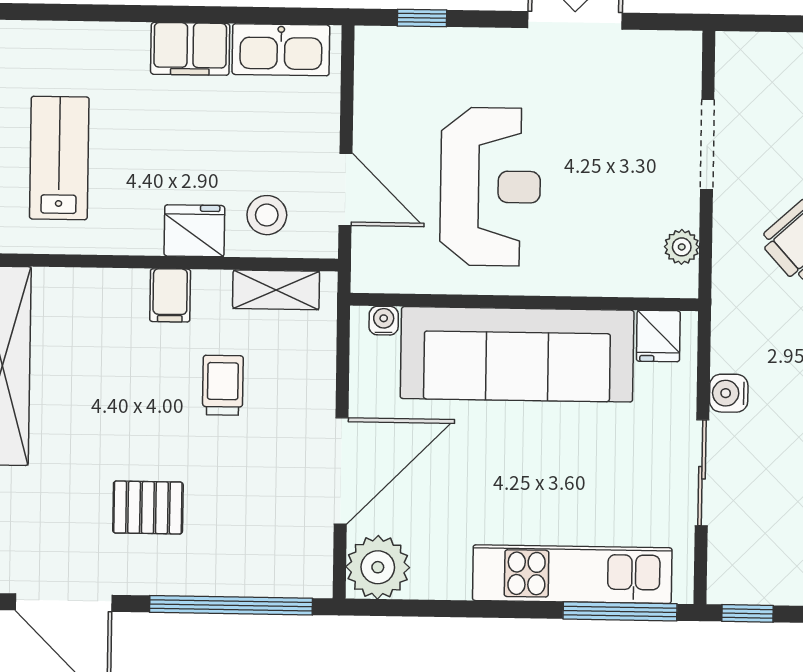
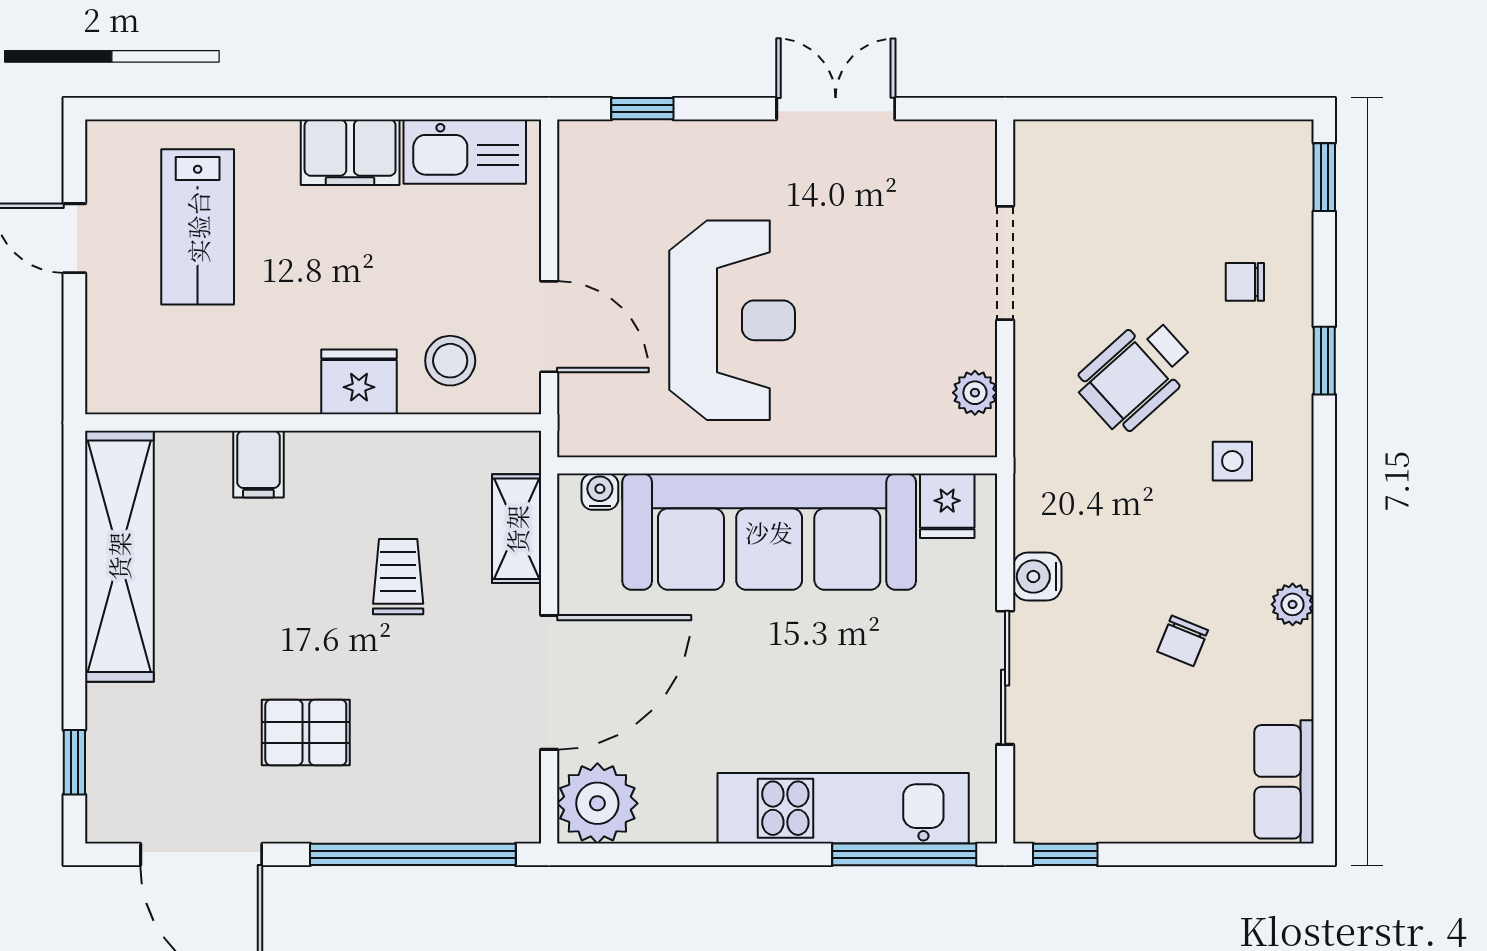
lab bench: (59, 158) -> (198, 227), moved, turned 180
shelving: (276, 290) -> (517, 529), moved, turned 90
filing cabinet: (170, 295) -> (258, 464), moved

